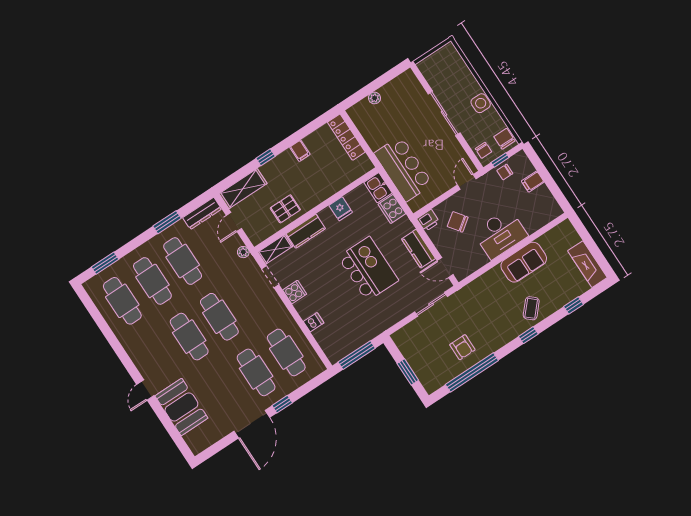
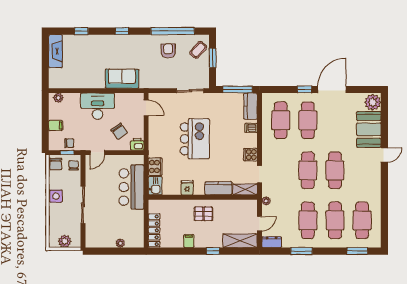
plant: (438, 59) -> (65, 241), added
pallet: (285, 209) -> (203, 214), moved
dresser: (202, 213) -> (272, 242), width x0.70
plant: (550, 214) -> (58, 98), added
kitchen counter: (418, 249) -> (251, 106), moved, turned 180
sofa: (524, 262) -> (122, 79), moved
kitchen island: (368, 269) -> (195, 139), turned 180
sliding door: (431, 304) -> (190, 91), moved
coffee table: (531, 308) -> (198, 50), moved
plant: (197, 440) -> (373, 102), added

